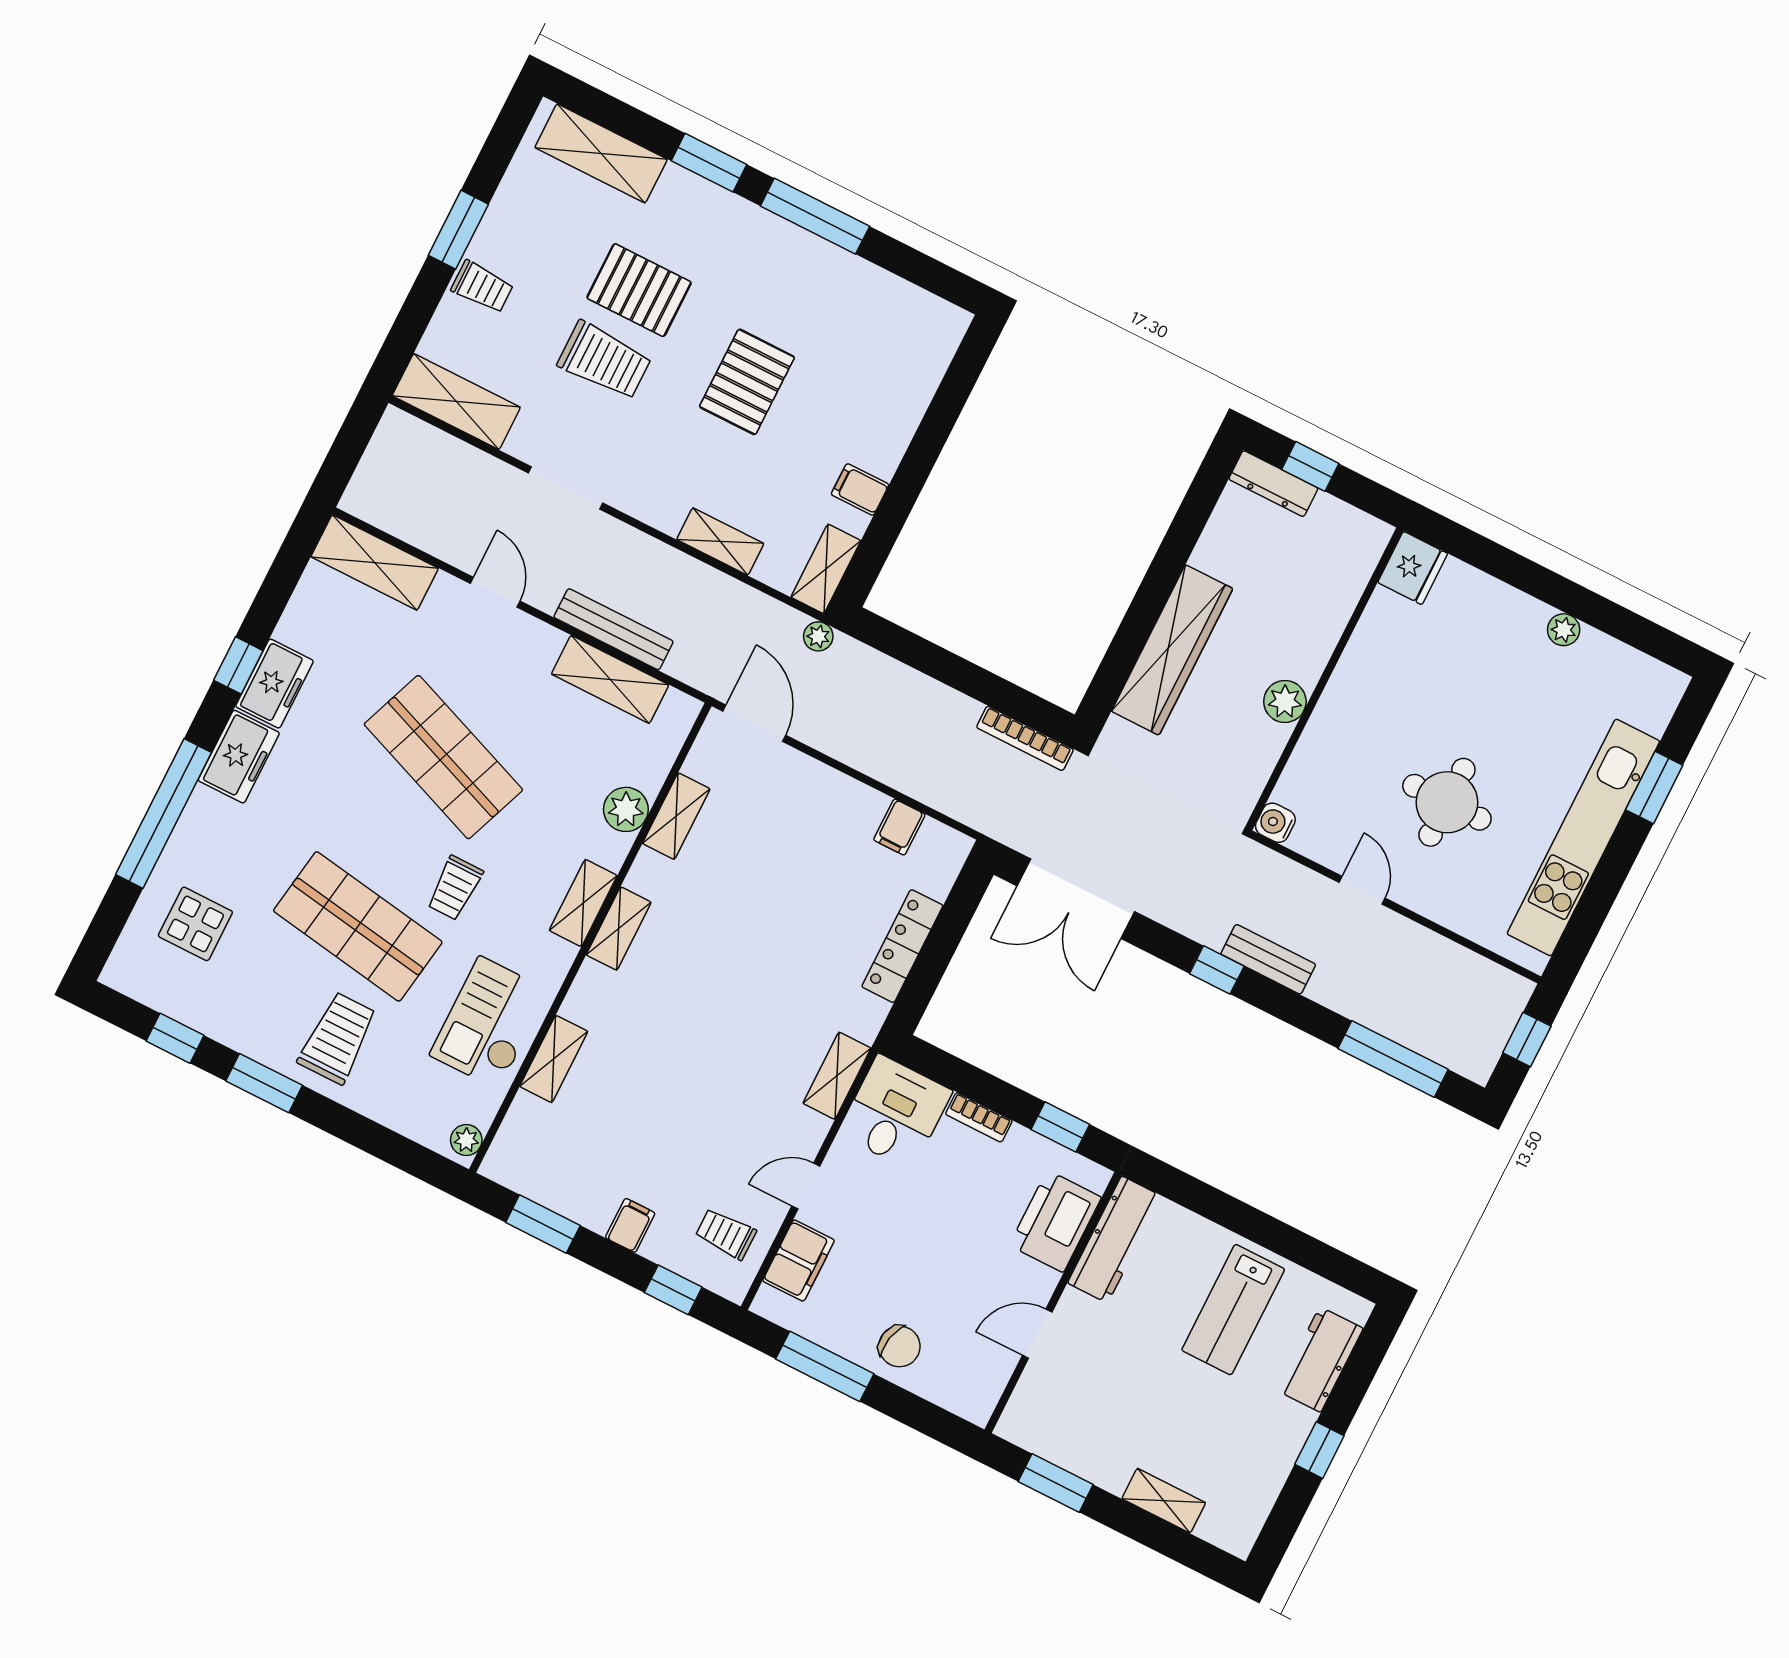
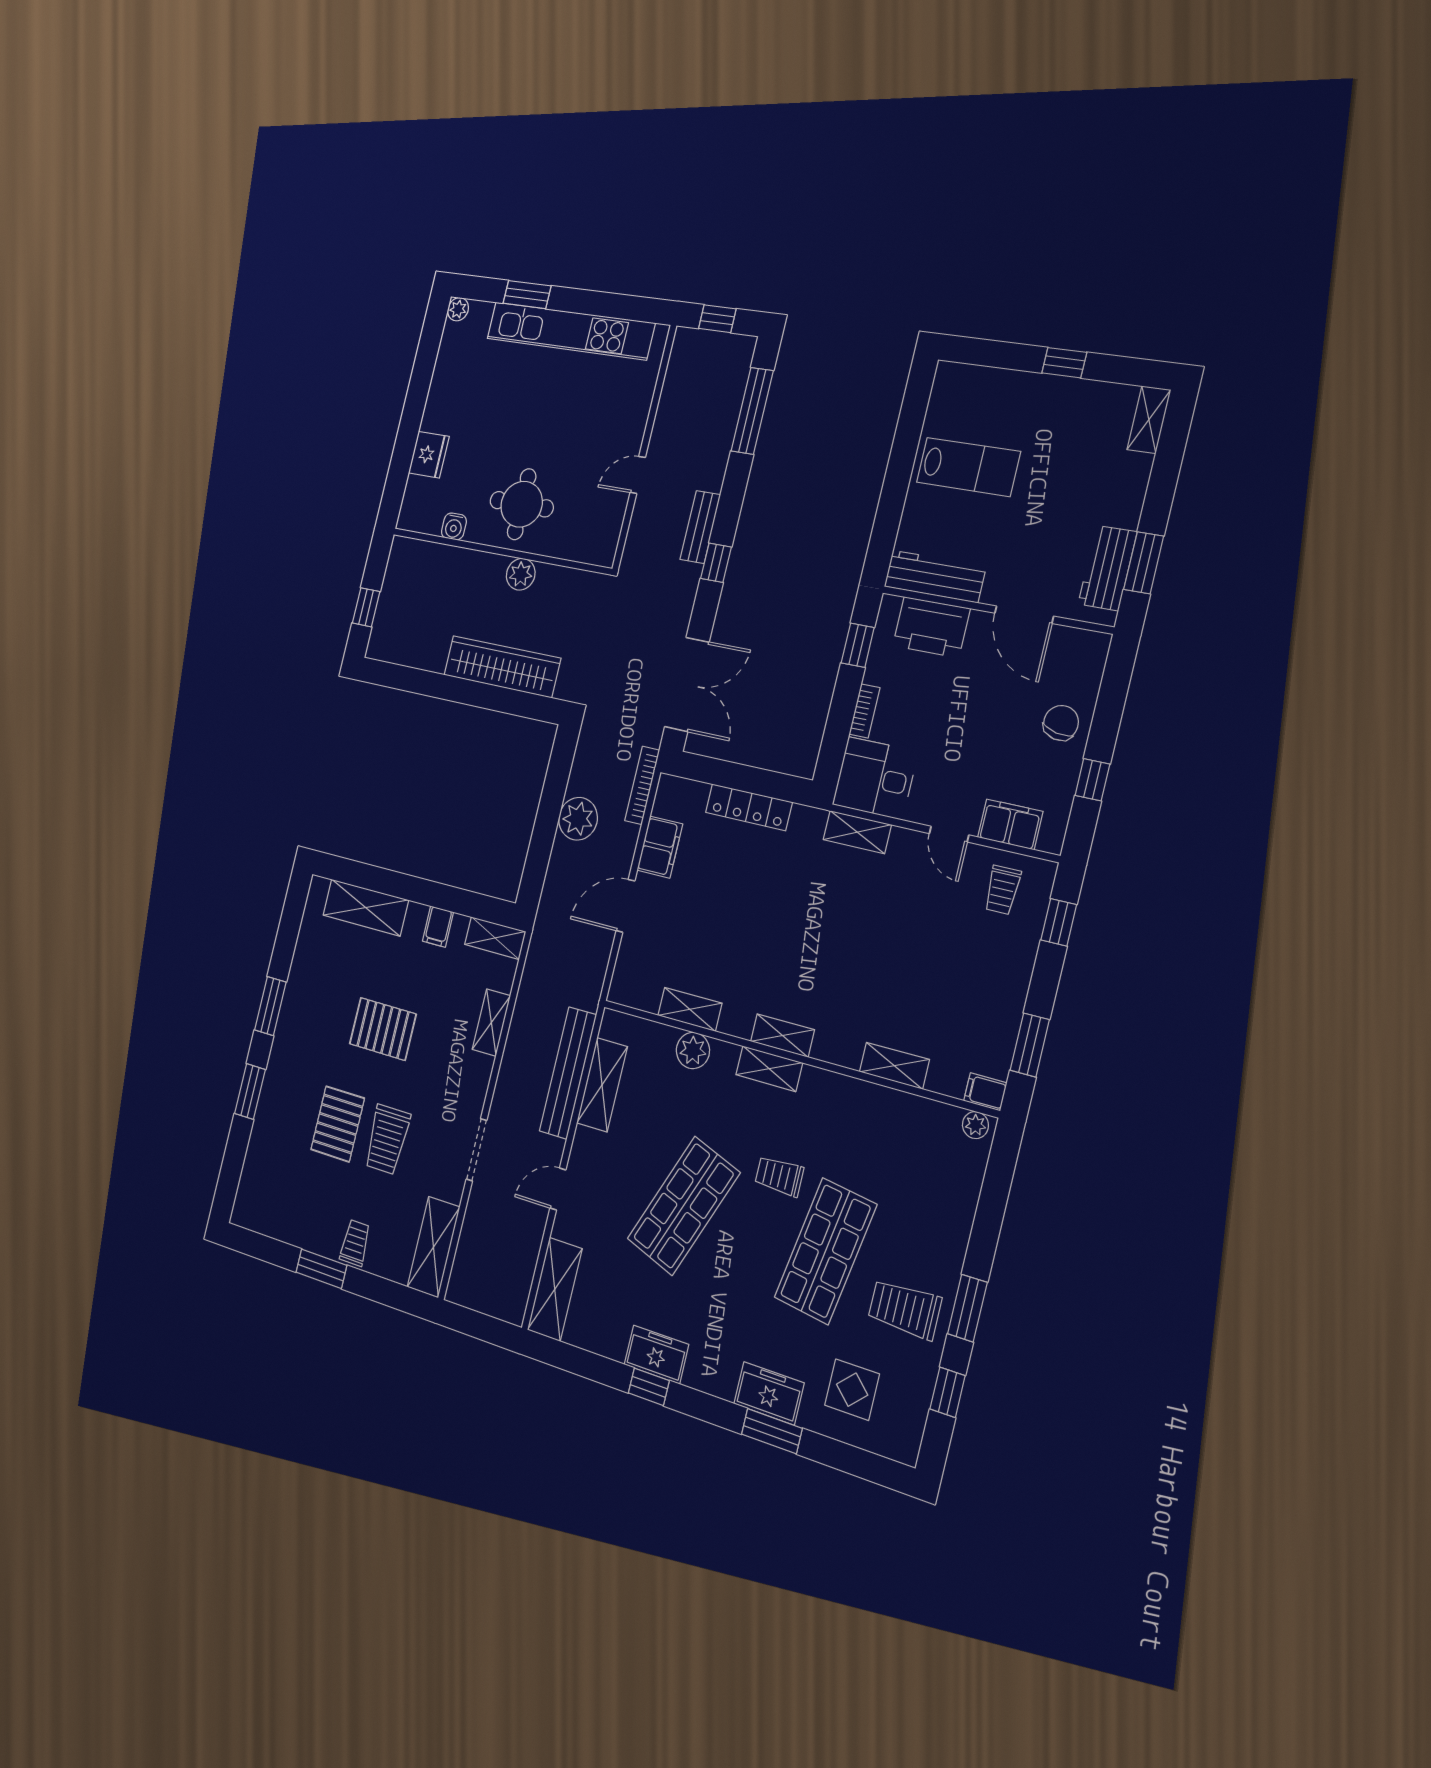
shelving: (601, 153) -> (366, 908), moved, turned 90
window: (815, 216) -> (270, 1006), width x0.69
trolley: (604, 360) -> (387, 1139), turned 180
dresser: (1273, 484) -> (381, 630), removed
fridge: (1413, 568) -> (429, 455), moved, turned 90
bench: (614, 629) -> (568, 1073), width x1.37, depth x1.21
plant: (1564, 630) -> (458, 309), moved
plant: (818, 636) -> (578, 819), moved, width x1.87, depth x1.87
door: (754, 723) -> (625, 906), moved
bookcase: (1025, 738) -> (642, 785), moved, turned 180
freezer: (239, 757) -> (769, 1393), moved
round table: (1447, 802) -> (522, 504), moved
window: (163, 813) -> (772, 1431), width x0.47
water cooler: (1275, 823) -> (454, 526), moved
filing cabinet: (899, 827) -> (660, 847), width x2.00
trolley: (455, 888) -> (779, 1176), turned 180
checkout: (489, 1023) -> (877, 1126), removed
trolley: (338, 1038) -> (905, 1309), moved
filing cabinet: (630, 1225) -> (985, 1092), moved
door: (1037, 1334) -> (1024, 615), width x1.38
workbench: (1320, 1359) -> (1108, 568), moved, turned 90
window: (825, 1366) -> (1092, 780), width x0.46
shelving: (1164, 1501) -> (1149, 420), moved

